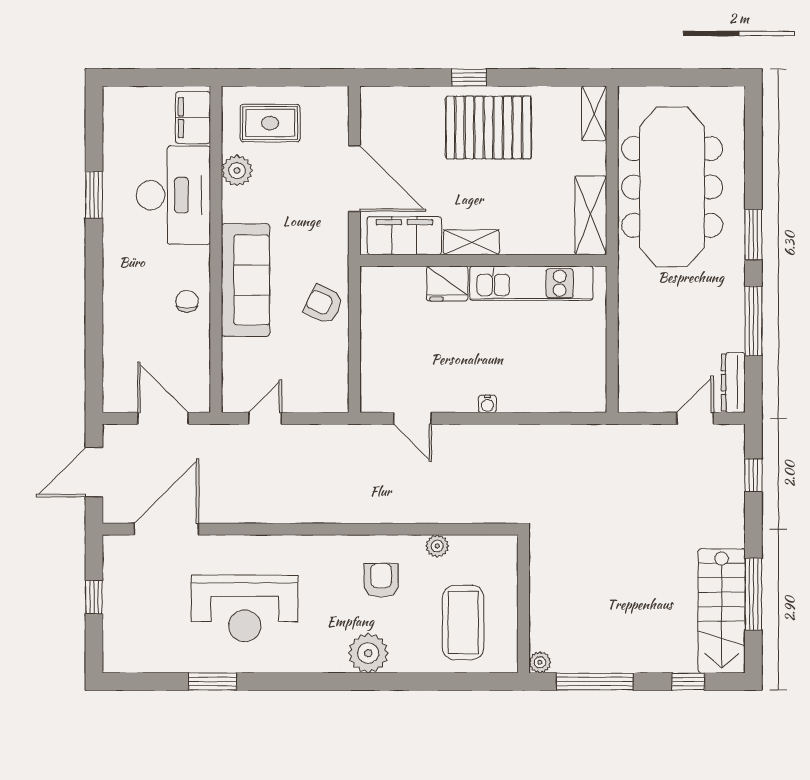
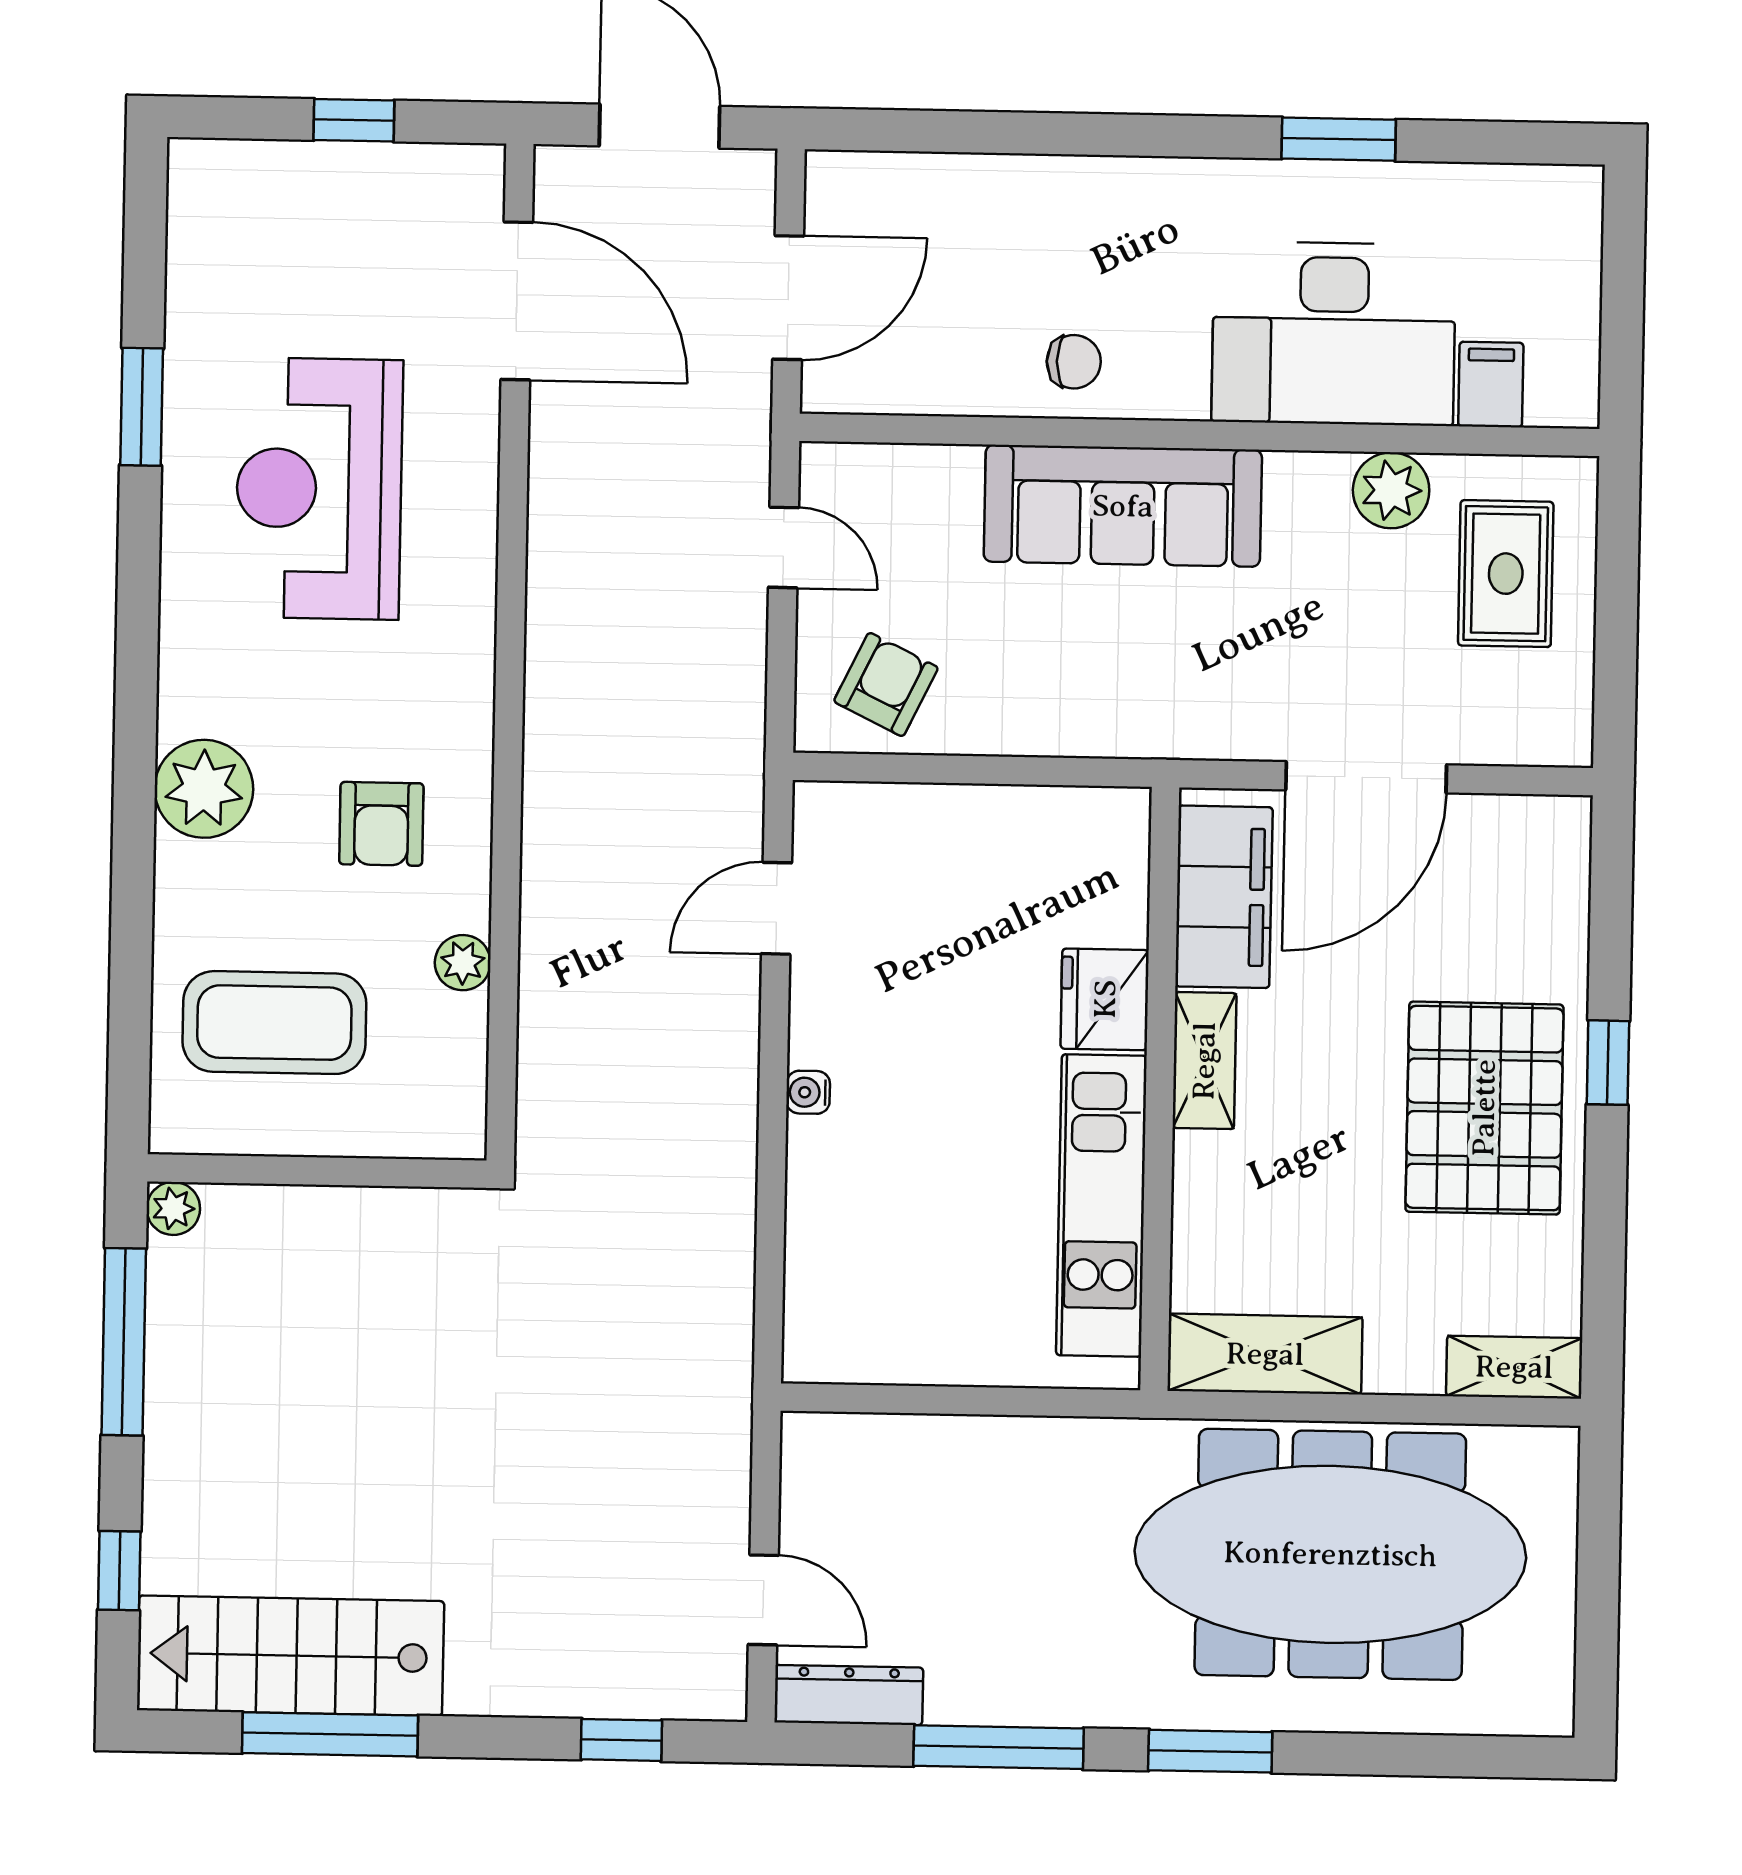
filing cabinet: (193, 118) -> (1491, 385), width x0.50
armchair: (323, 304) -> (886, 685), moved
armchair: (381, 580) -> (381, 824), turned 90

